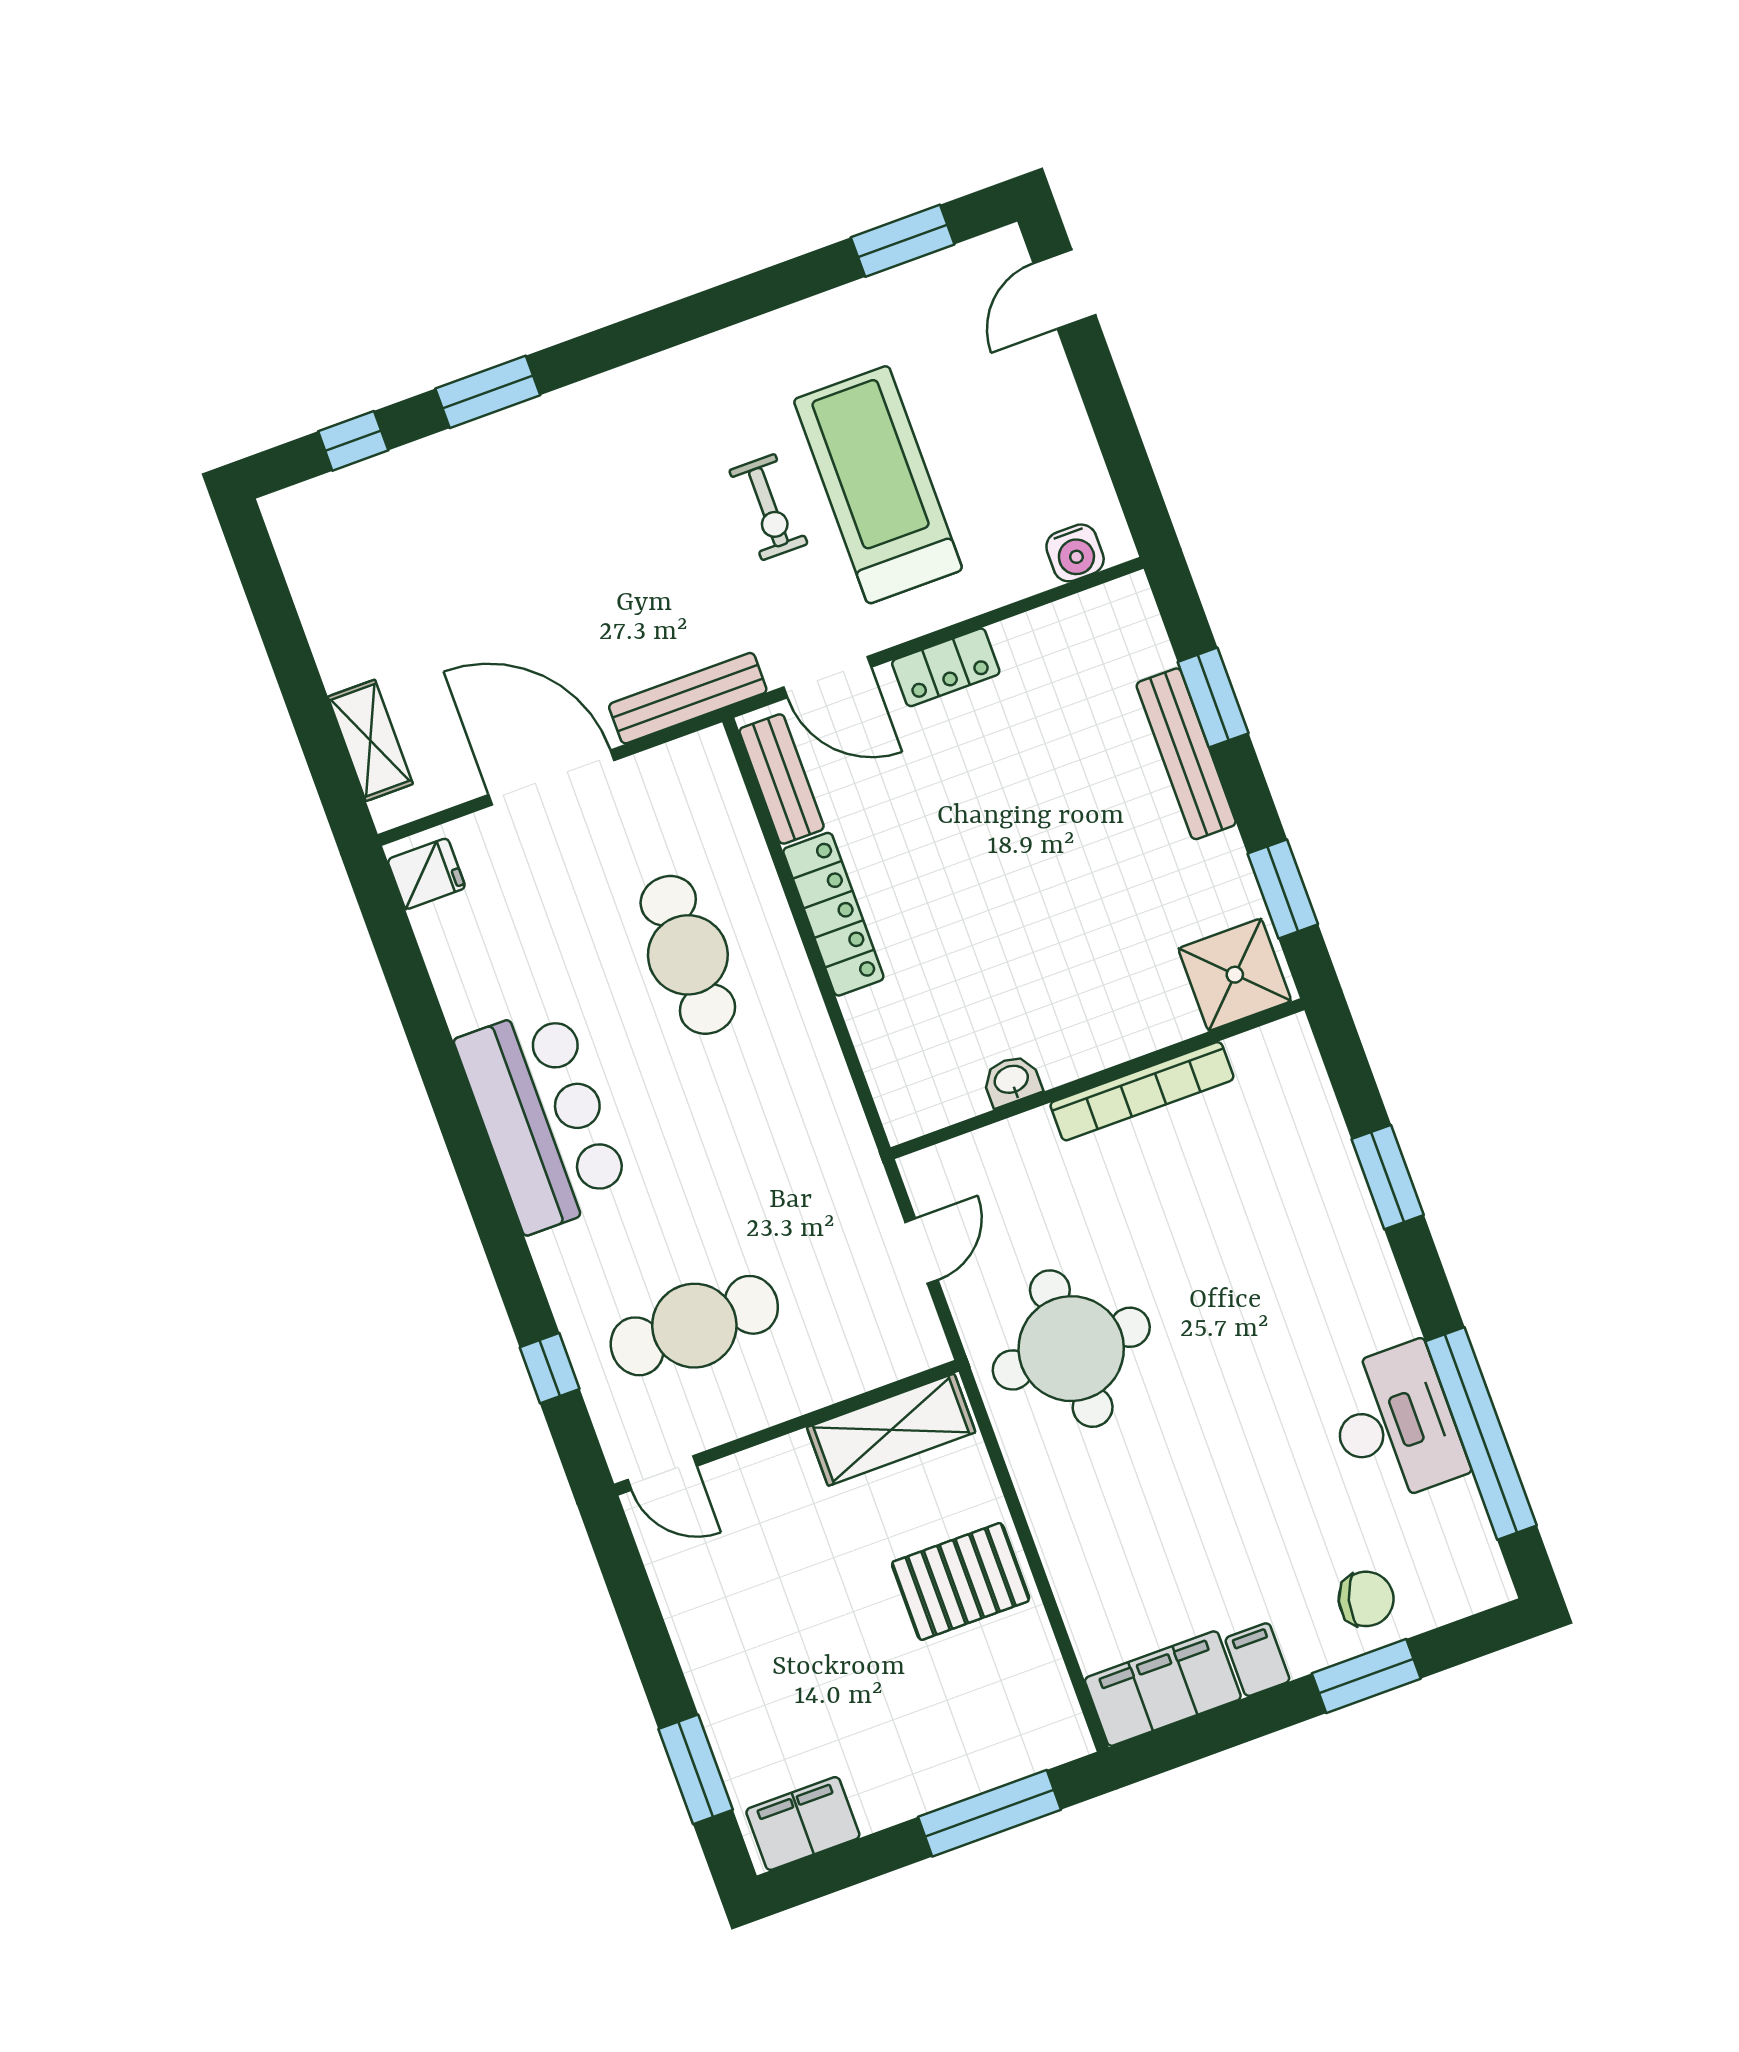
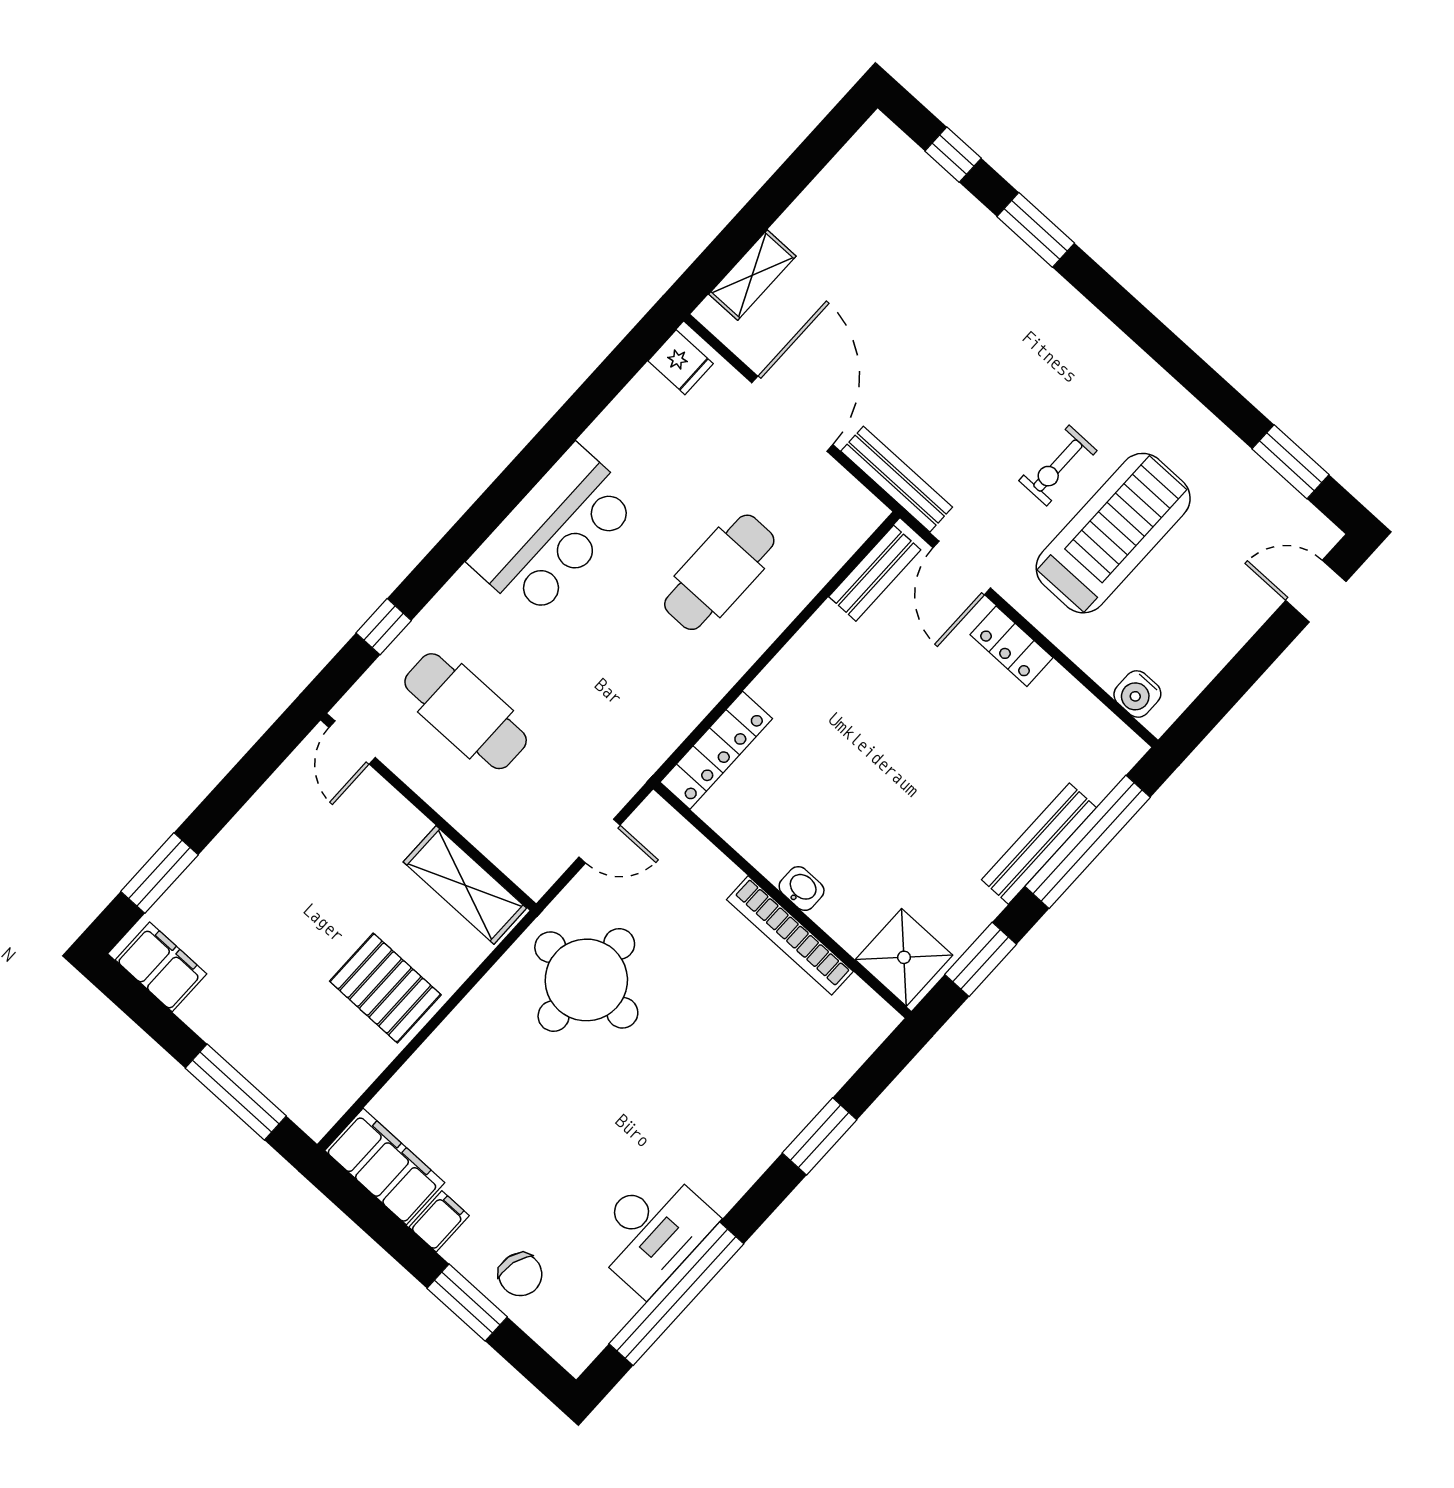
window: (1213, 698) -> (1088, 842), width x2.11
locker: (833, 914) -> (716, 750), moved
washbasin: (1012, 1081) -> (802, 889), moved

